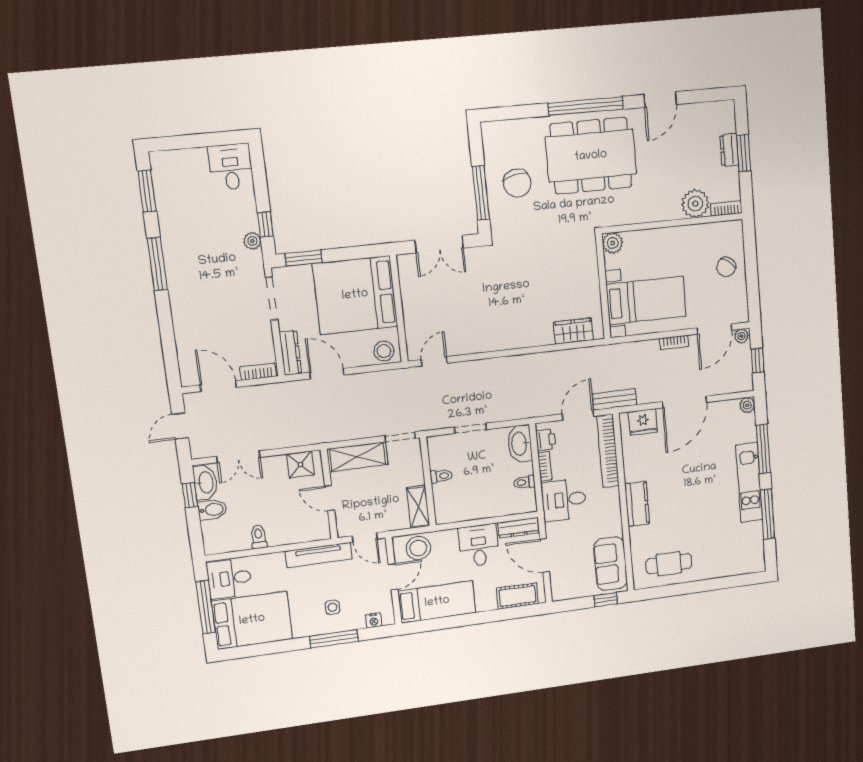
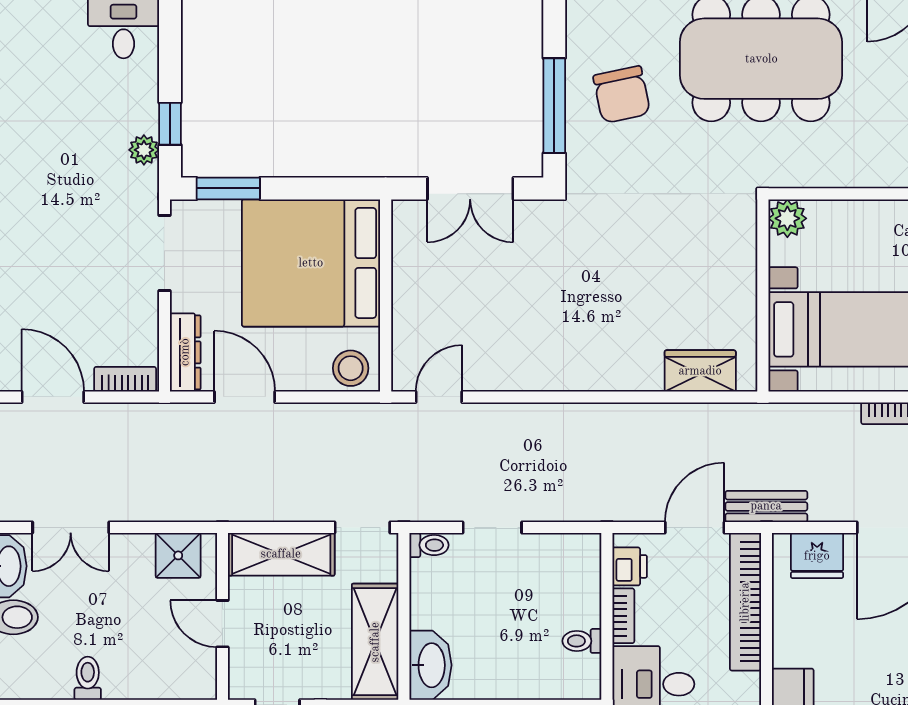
washbasin: (520, 444) -> (430, 665), moved, turned 180
toilet: (441, 476) -> (429, 545), moved
shelving: (418, 507) -> (375, 642), width x1.50, depth x1.33

